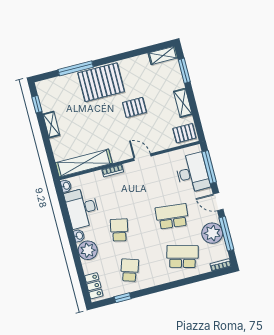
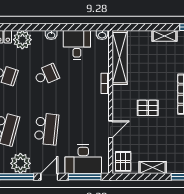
pallet: (134, 107) -> (148, 108), moved, turned 90
door: (142, 157) -> (111, 129), moved
desk: (82, 208) -> (77, 45), width x0.73
school desk: (119, 230) -> (47, 75), turned -36
plant: (88, 250) -> (22, 40), moved

